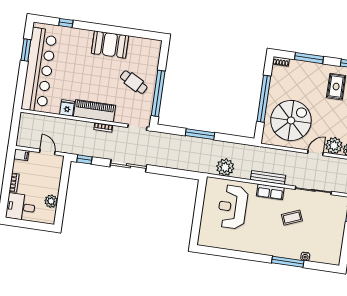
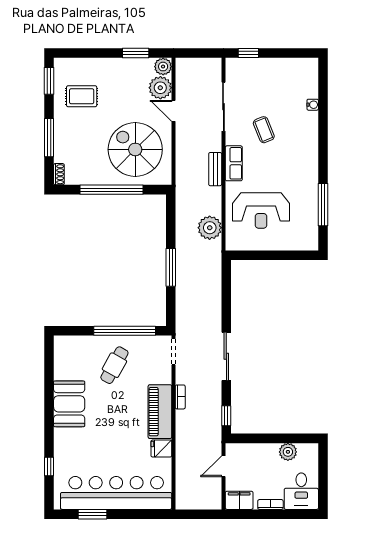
filing cabinet: (21, 155) -> (239, 500), width x2.00
bench: (268, 178) -> (215, 169), width x0.73
window: (288, 262) -> (323, 205), moved

